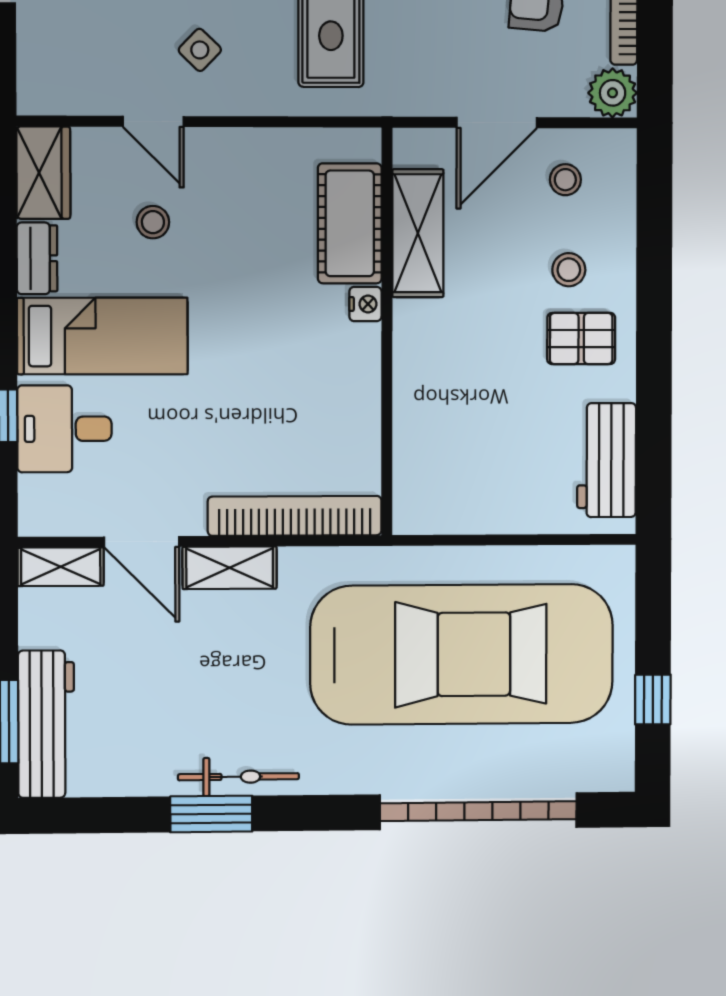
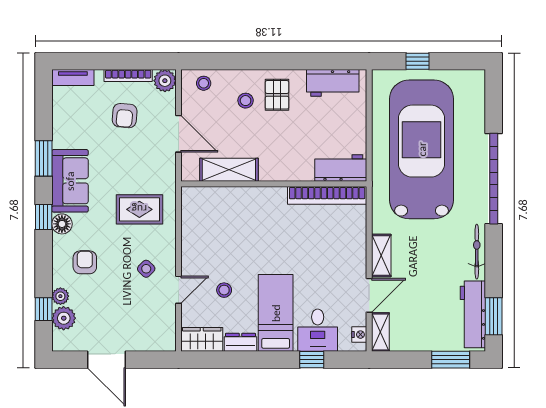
stool: (565, 180) -> (204, 83), moved
cot: (350, 223) -> (225, 201), removed
nightstand: (365, 304) -> (359, 335), moved, turned 90
workbench: (421, 478) -> (341, 168), added
bookcase: (295, 516) -> (327, 195), moved, turned -90
window: (653, 700) -> (418, 61), moved
workbench: (46, 724) -> (473, 314), moved, turned -90
garage door: (478, 811) -> (494, 179), moved
window: (211, 814) -> (494, 316), moved

